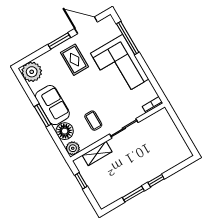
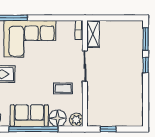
window: (43, 115) -> (33, 129), width x2.11
shelving: (97, 153) -> (93, 34), moved
window: (133, 194) -> (146, 39), moved

